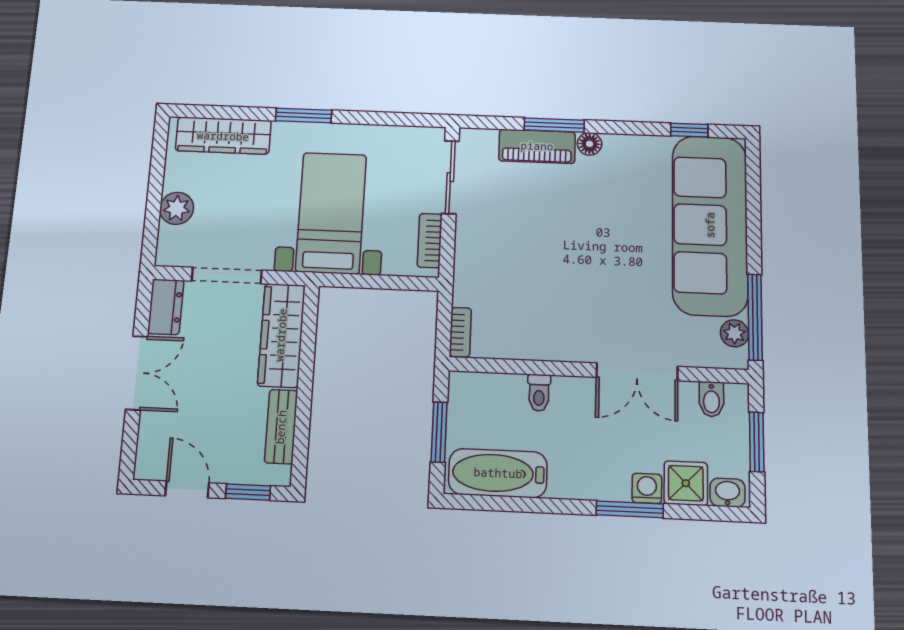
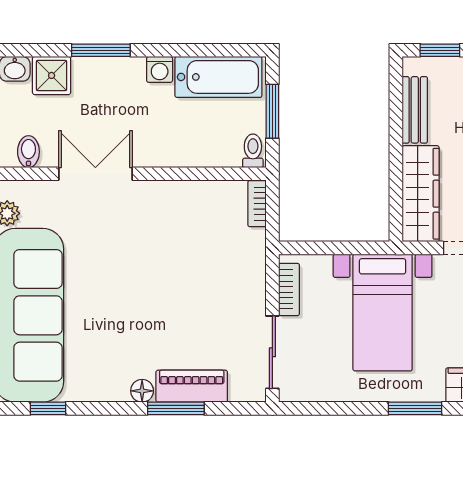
toilet: (539, 393) -> (253, 151), moved
washing machine: (647, 488) -> (160, 69), moved

